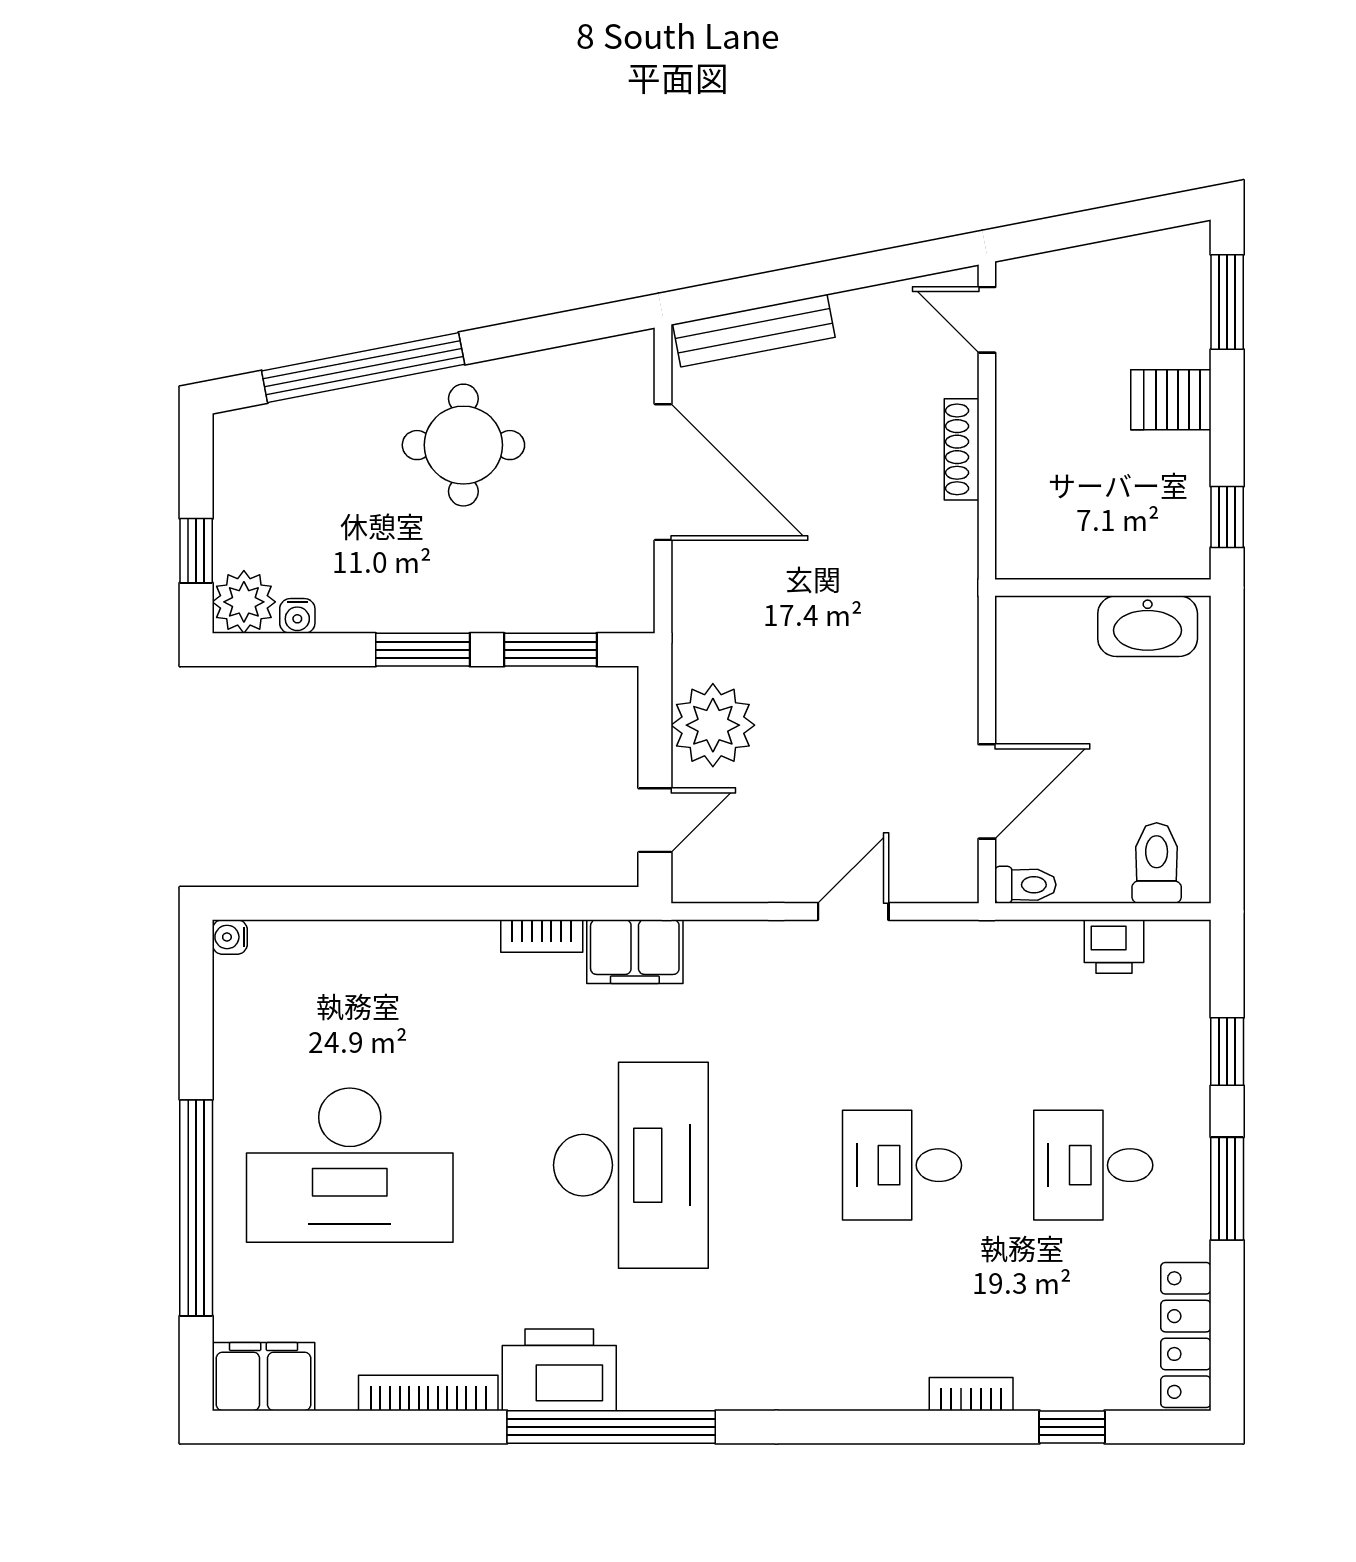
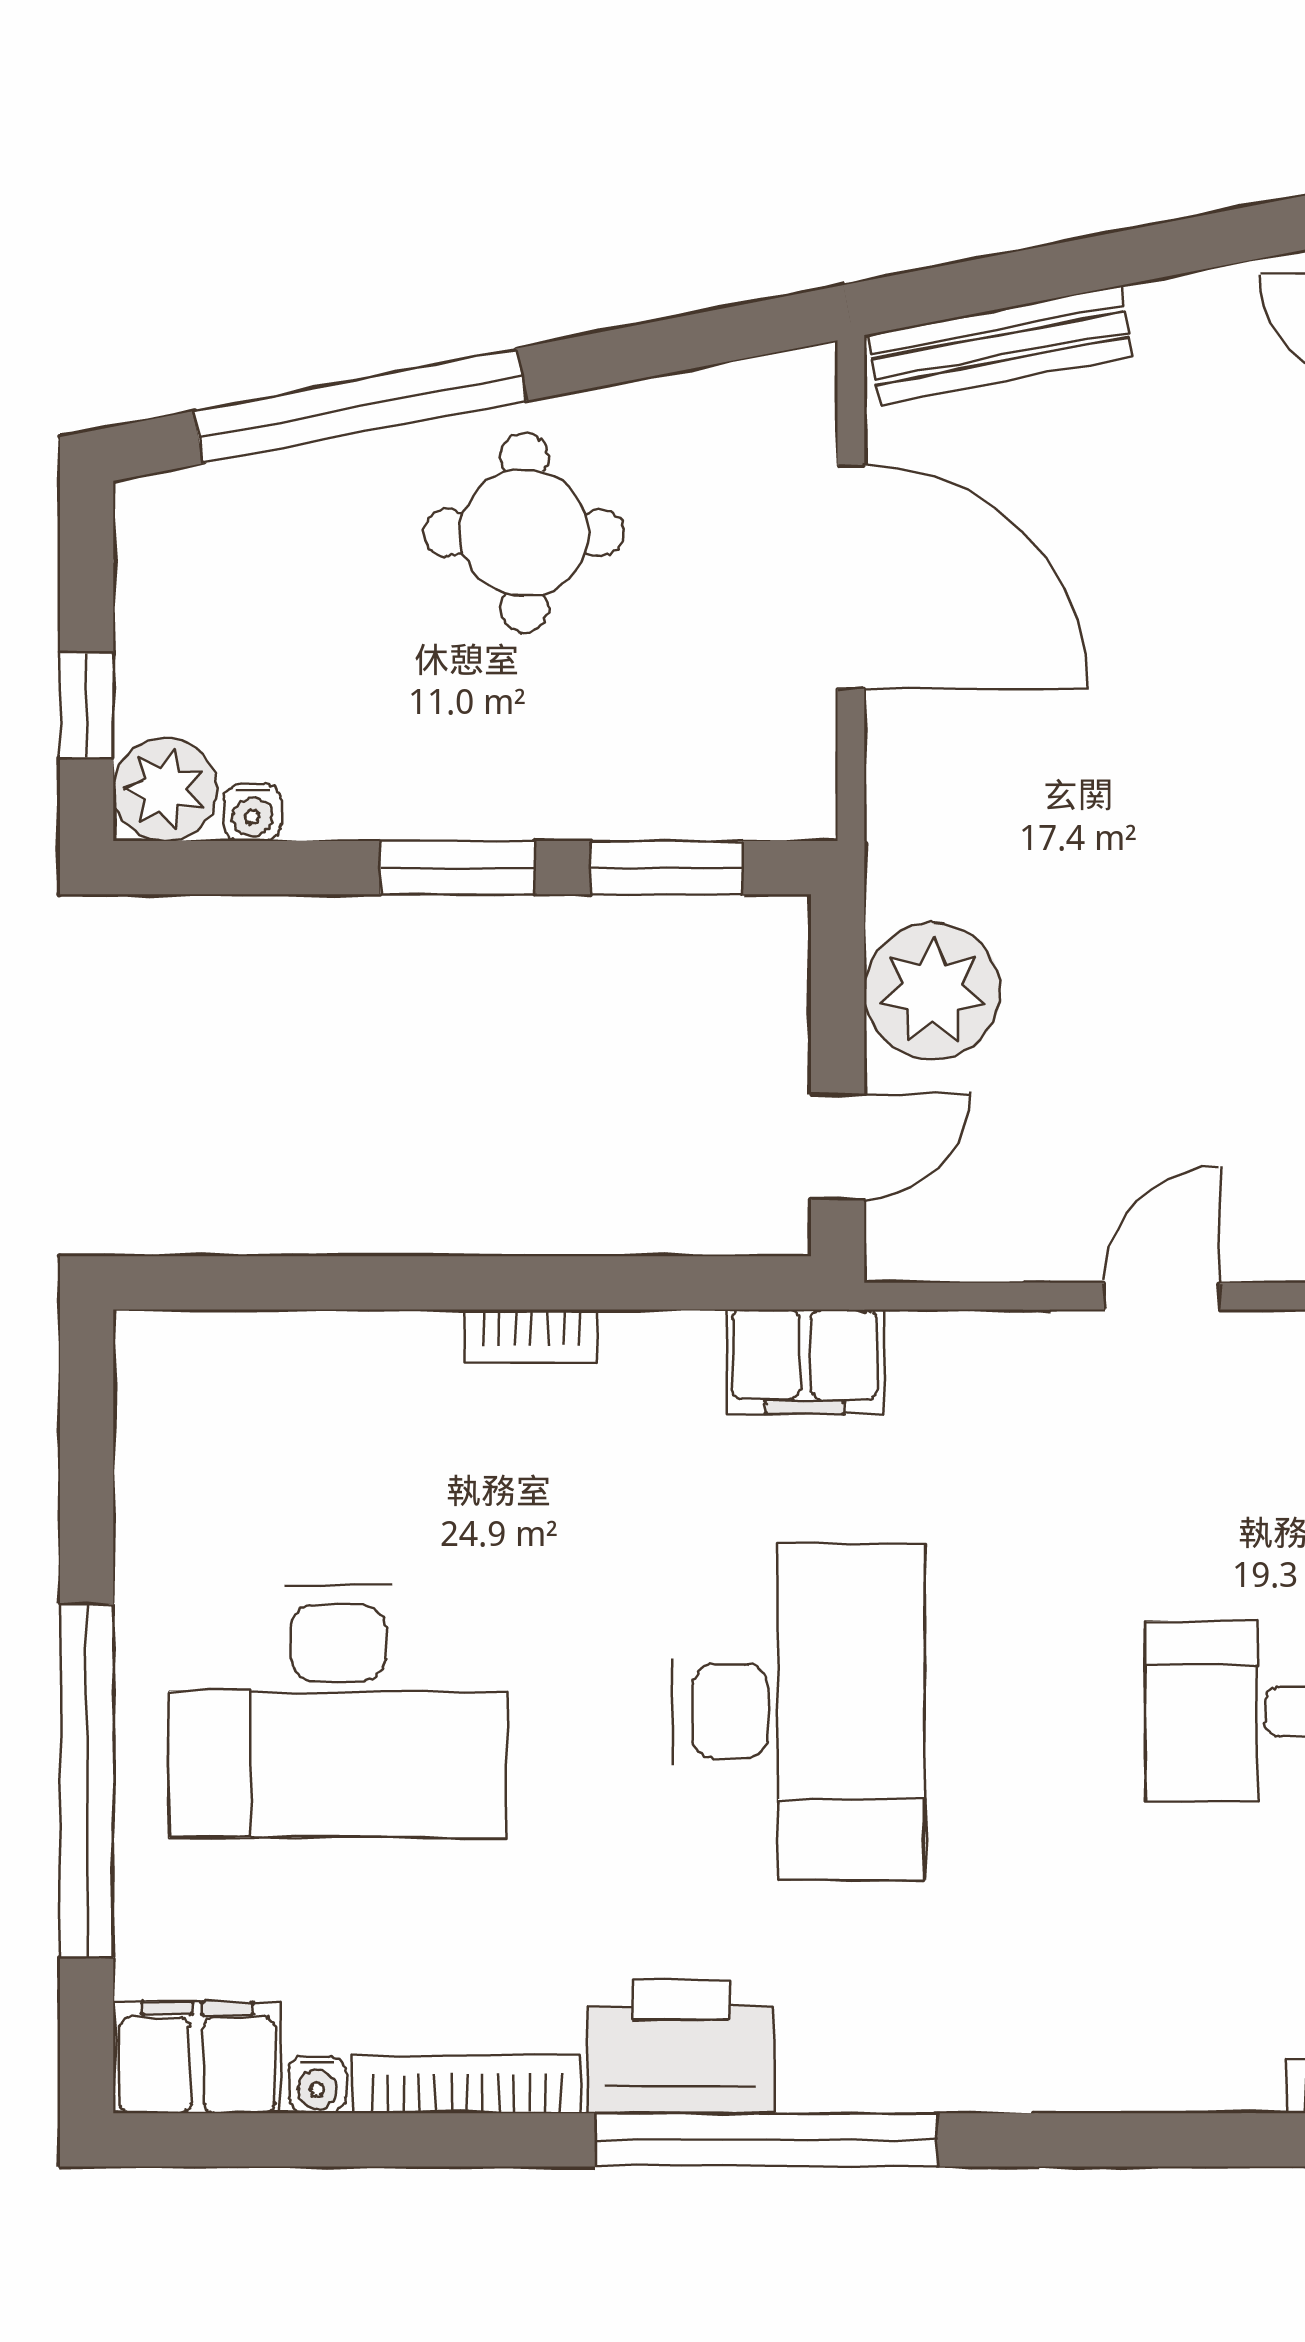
bookcase: (542, 936) -> (531, 1336), moved
water cooler: (230, 937) -> (317, 2085), moved, turned -90

